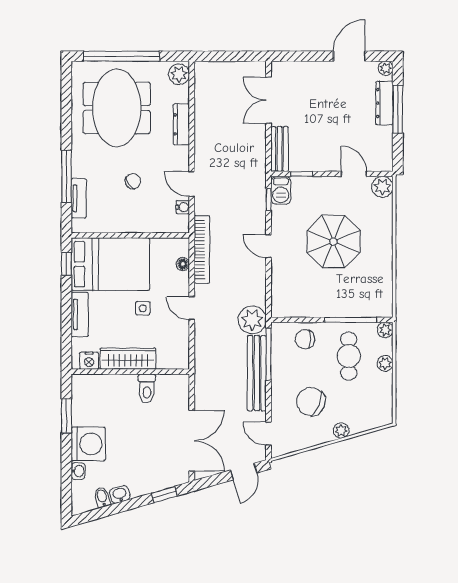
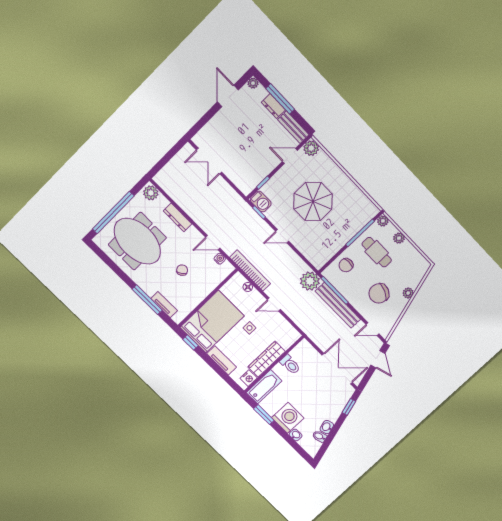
dresser: (384, 103) -> (273, 106), width x0.70
bench: (279, 149) -> (293, 127), moved
bathtub: (96, 386) -> (264, 387), added

